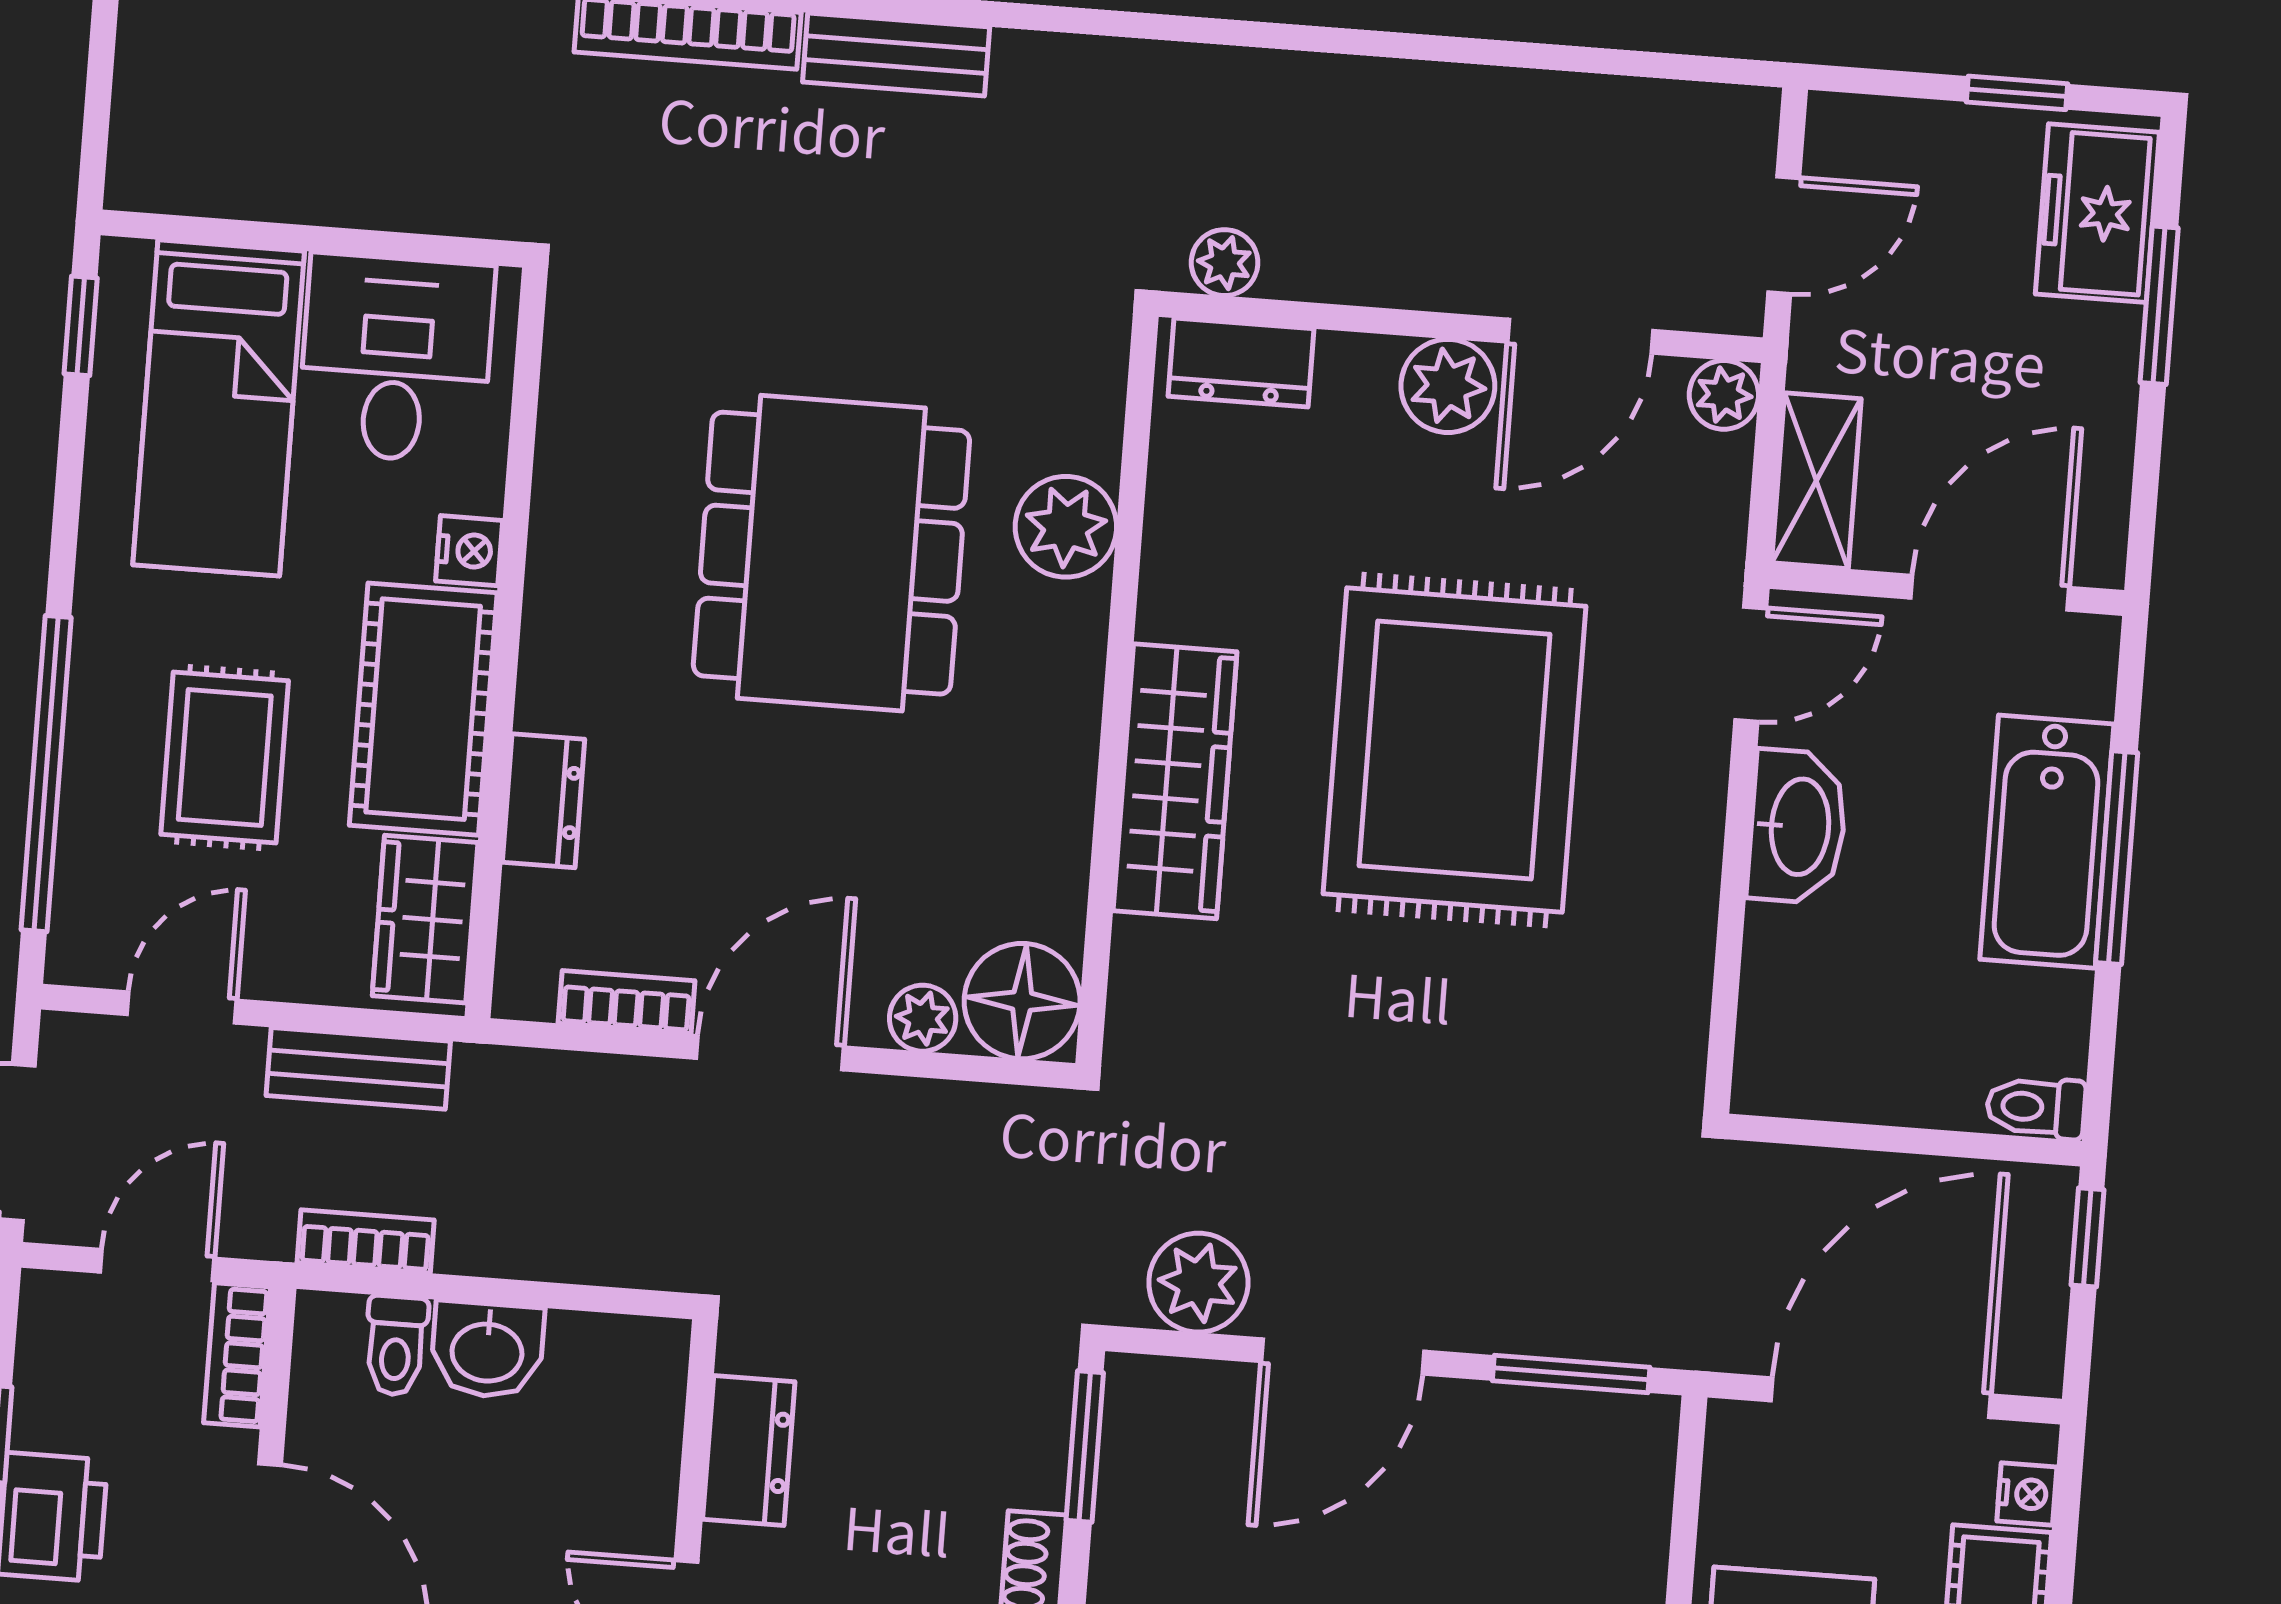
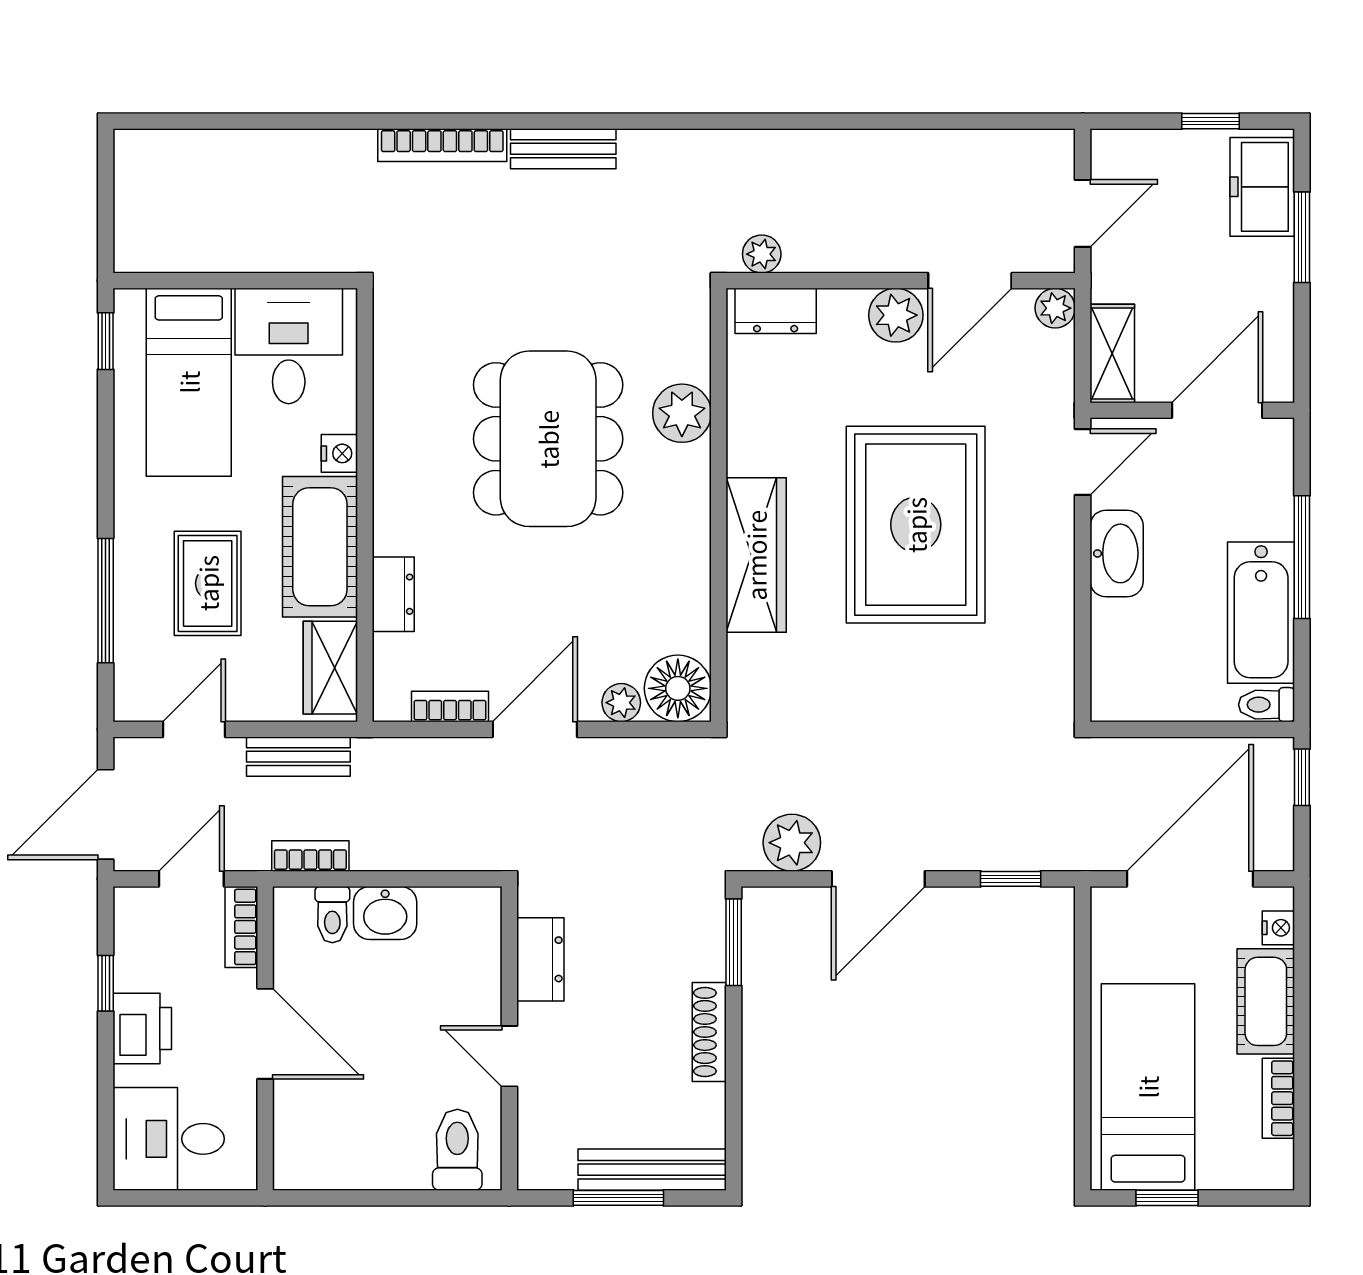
window: (46, 774) -> (106, 601), width x0.68
bathtub: (2047, 842) -> (1261, 613), moved
window: (1571, 1374) -> (1011, 879), width x0.67

